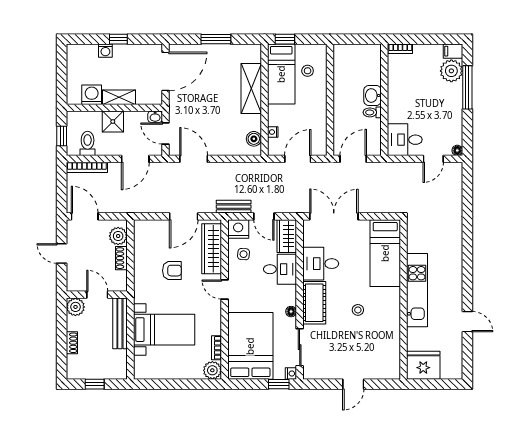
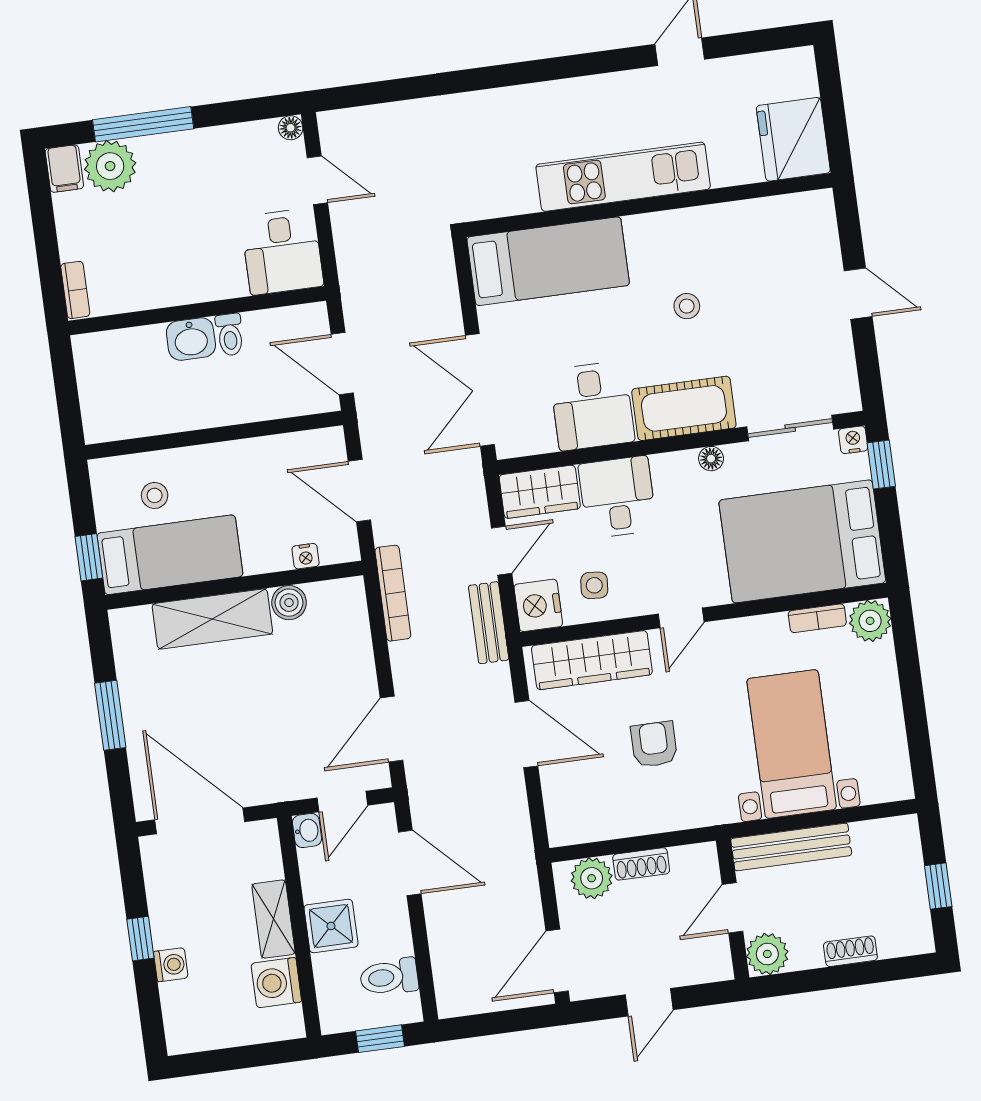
boiler: (254, 139) -> (289, 603), moved
bookcase: (87, 167) -> (393, 593), moved

